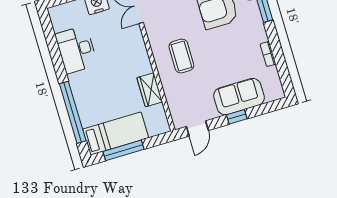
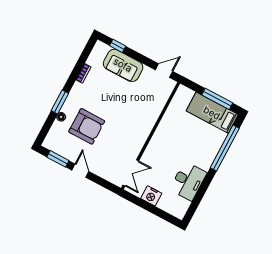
coffee table: (181, 56) -> (133, 120), removed
wardrobe: (150, 90) -> (169, 118), removed
window: (237, 117) -> (118, 46), moved

